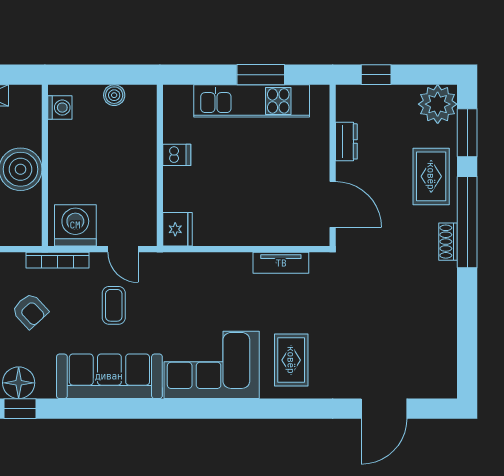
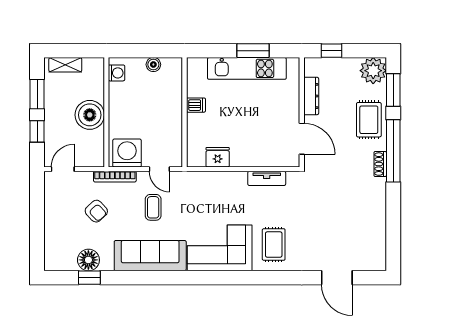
dresser: (346, 141) -> (311, 96), width x1.44
fridge: (178, 229) -> (218, 157), moved, turned -90
door: (384, 409) -> (337, 278), hinge flipped

